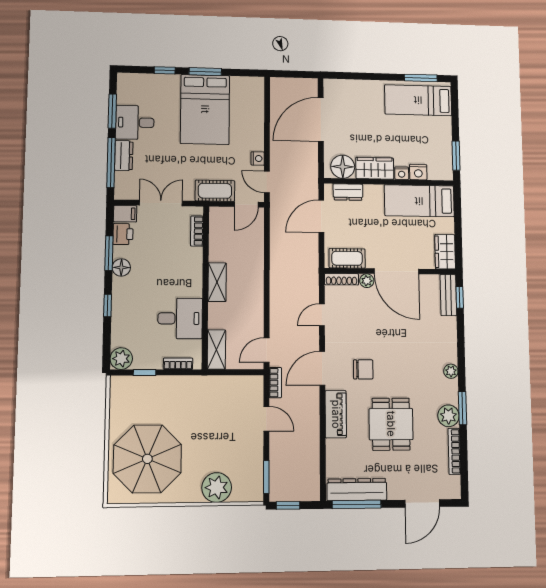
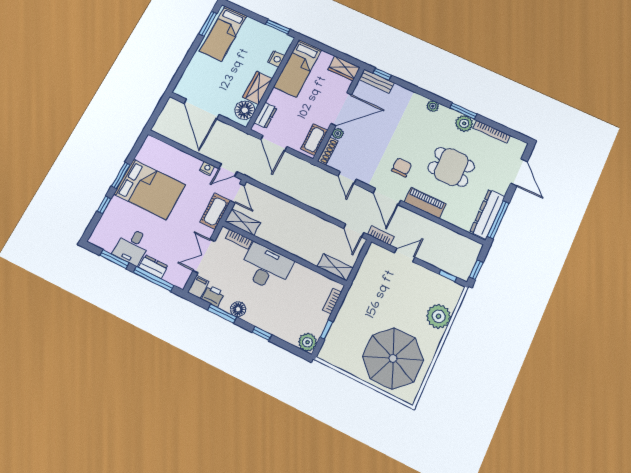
nightstand: (402, 173) -> (271, 71), removed
shelving: (217, 282) -> (243, 222), moved
desk: (180, 318) -> (266, 267), moved, width x1.37
window: (266, 477) -> (448, 276), width x0.67

